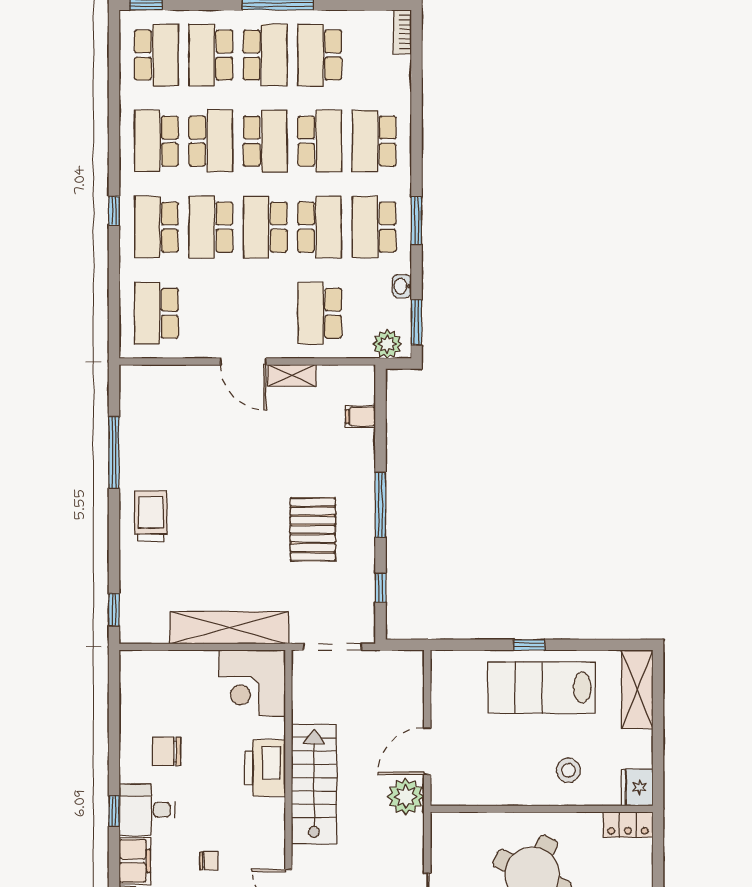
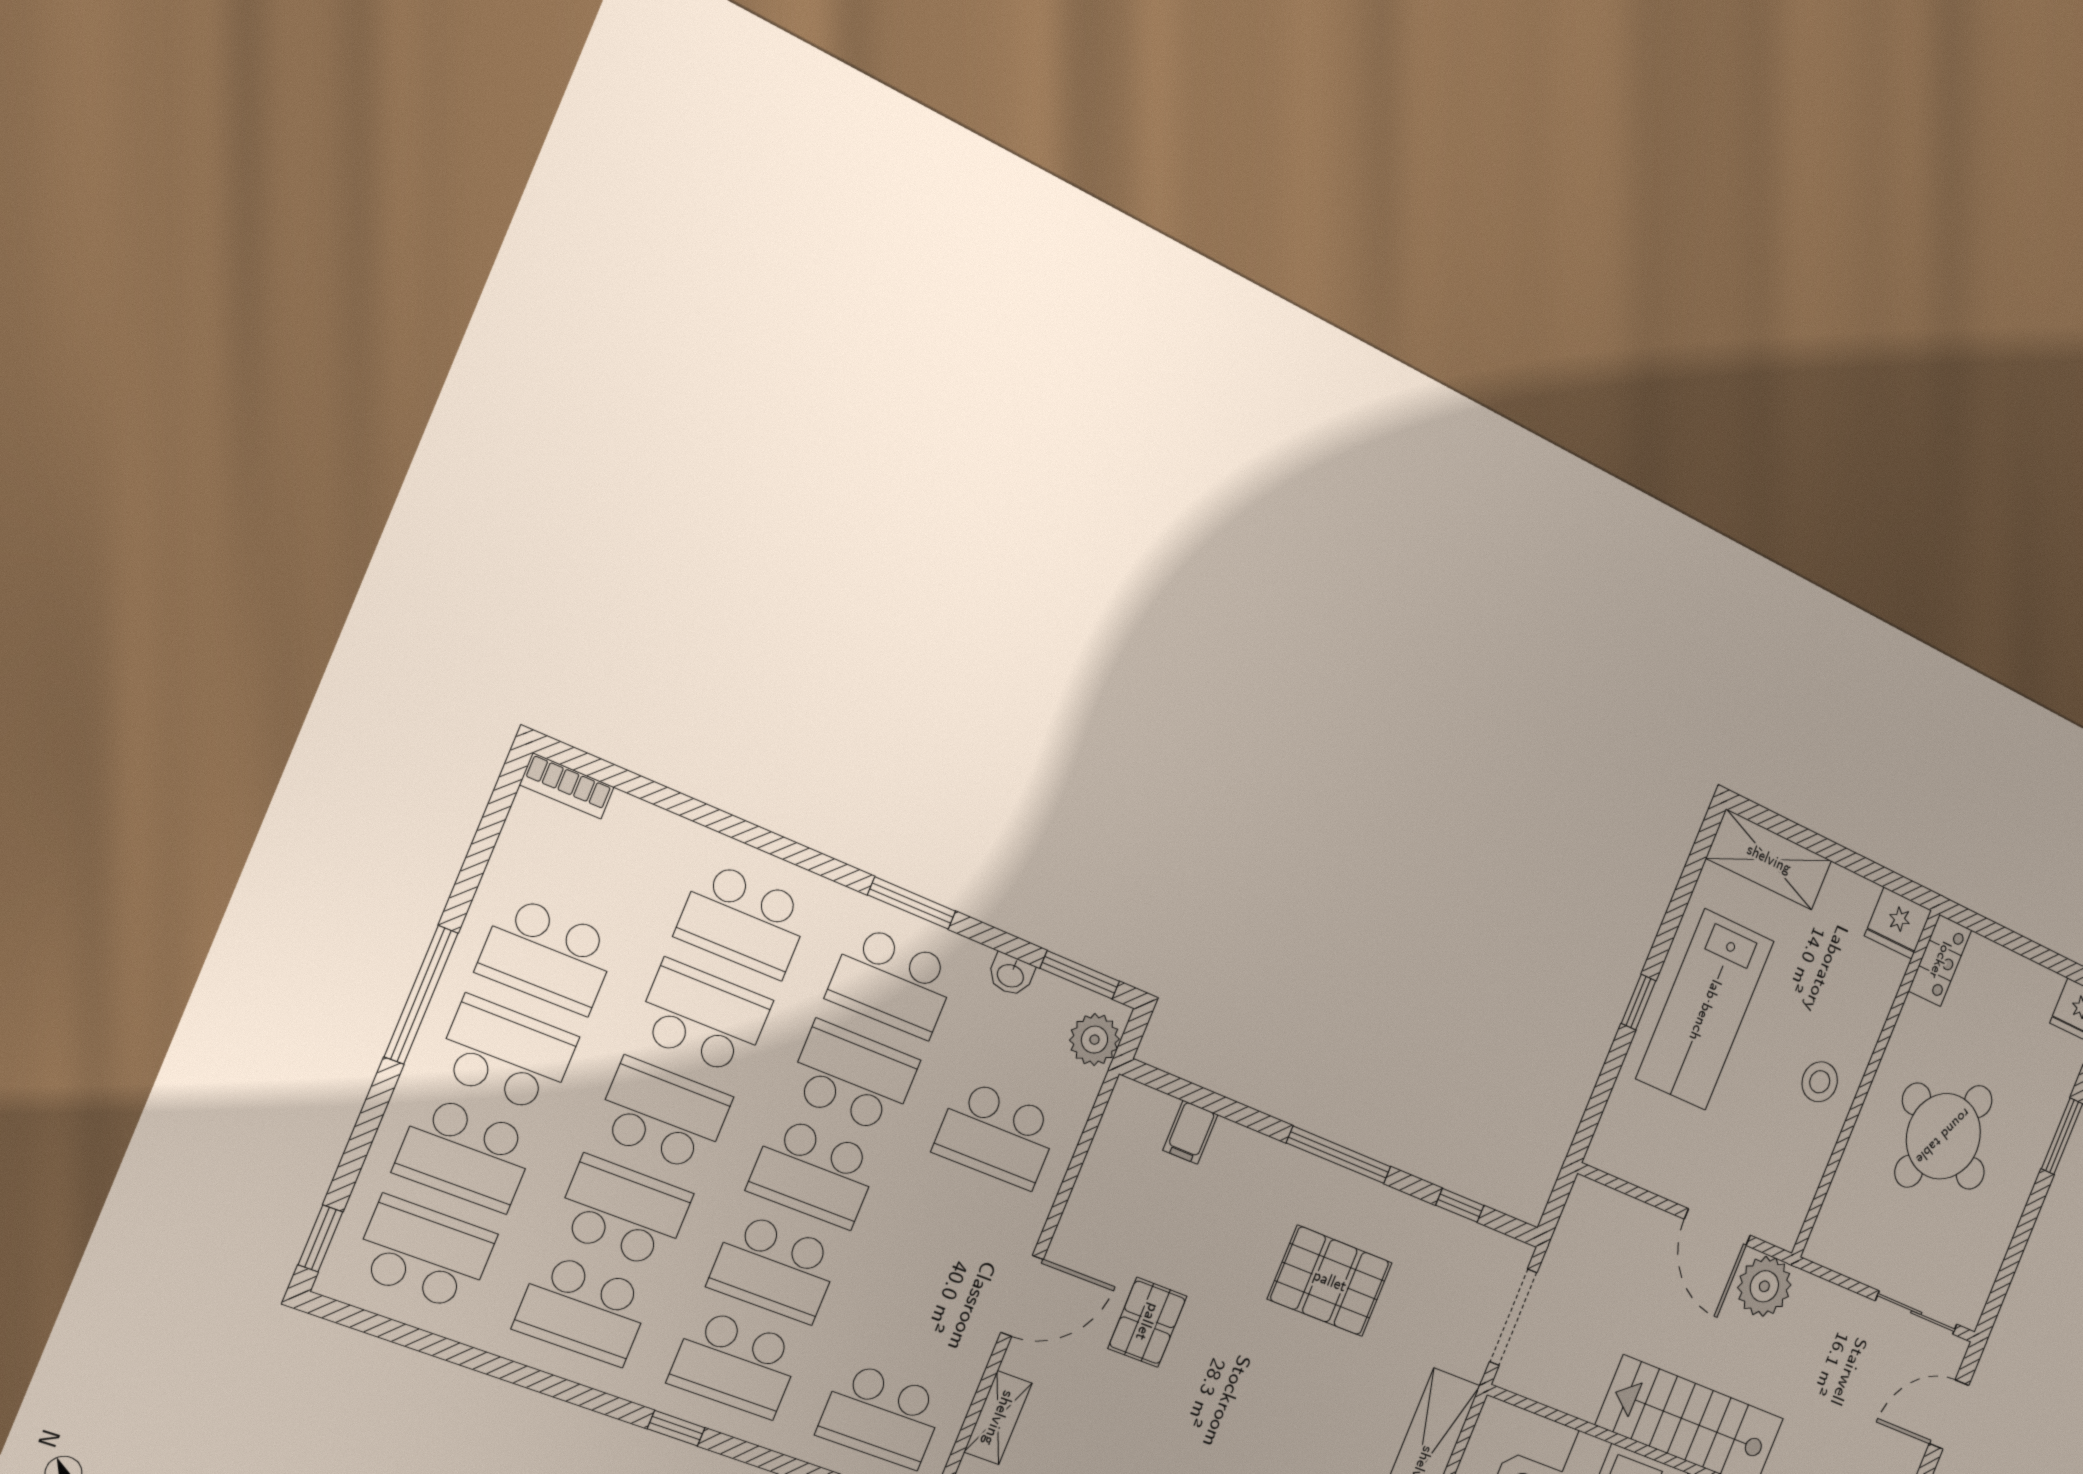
shelving: (292, 375) -> (998, 1418), moved
pallet: (254, 436) -> (1147, 1322), added
stool: (568, 770) -> (1820, 1082), moved

